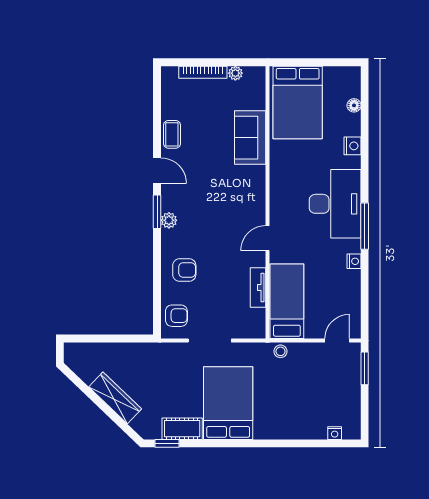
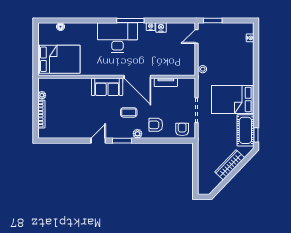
coffee table: (172, 134) -> (129, 112), moved
sofa: (250, 138) -> (107, 87), moved
nightstand: (353, 146) -> (161, 28), moved
plant: (169, 220) -> (137, 134), moved
door: (268, 238) -> (137, 77), width x1.87
armchair: (184, 270) -> (156, 125), turned -90
bed: (287, 301) -> (174, 65), removed
door: (337, 340) -> (196, 36), hinge flipped
cot: (182, 429) -> (245, 130), width x1.37, depth x1.34

